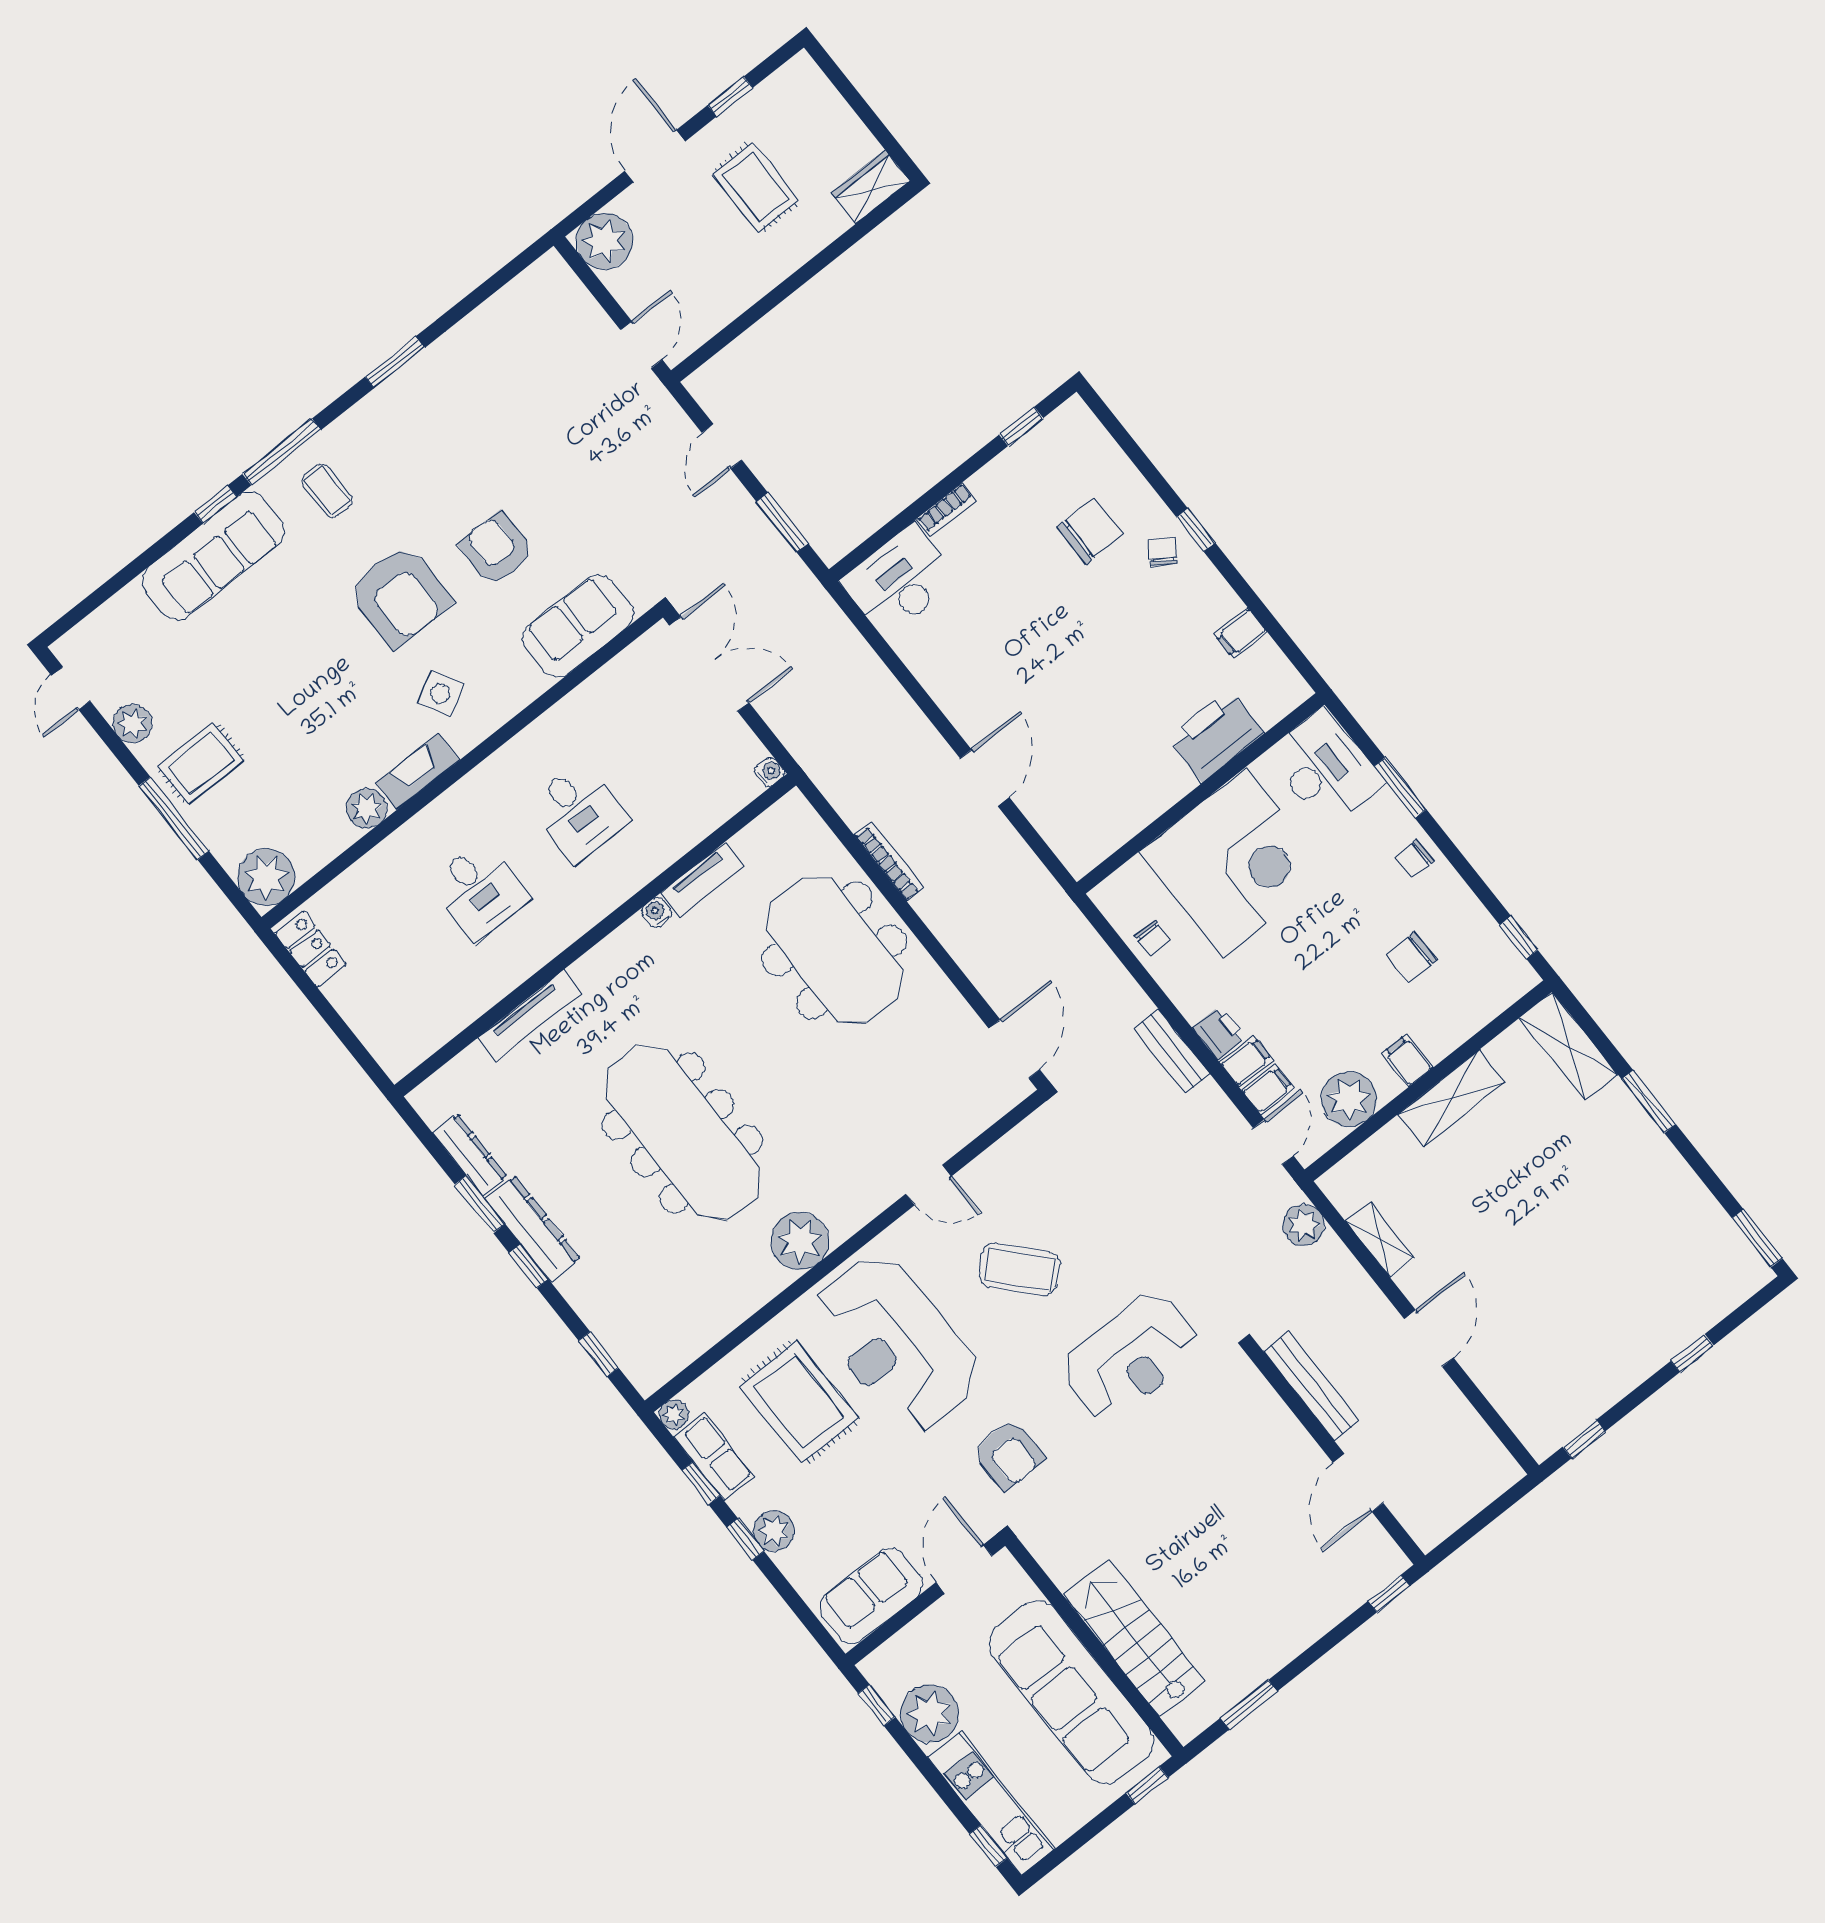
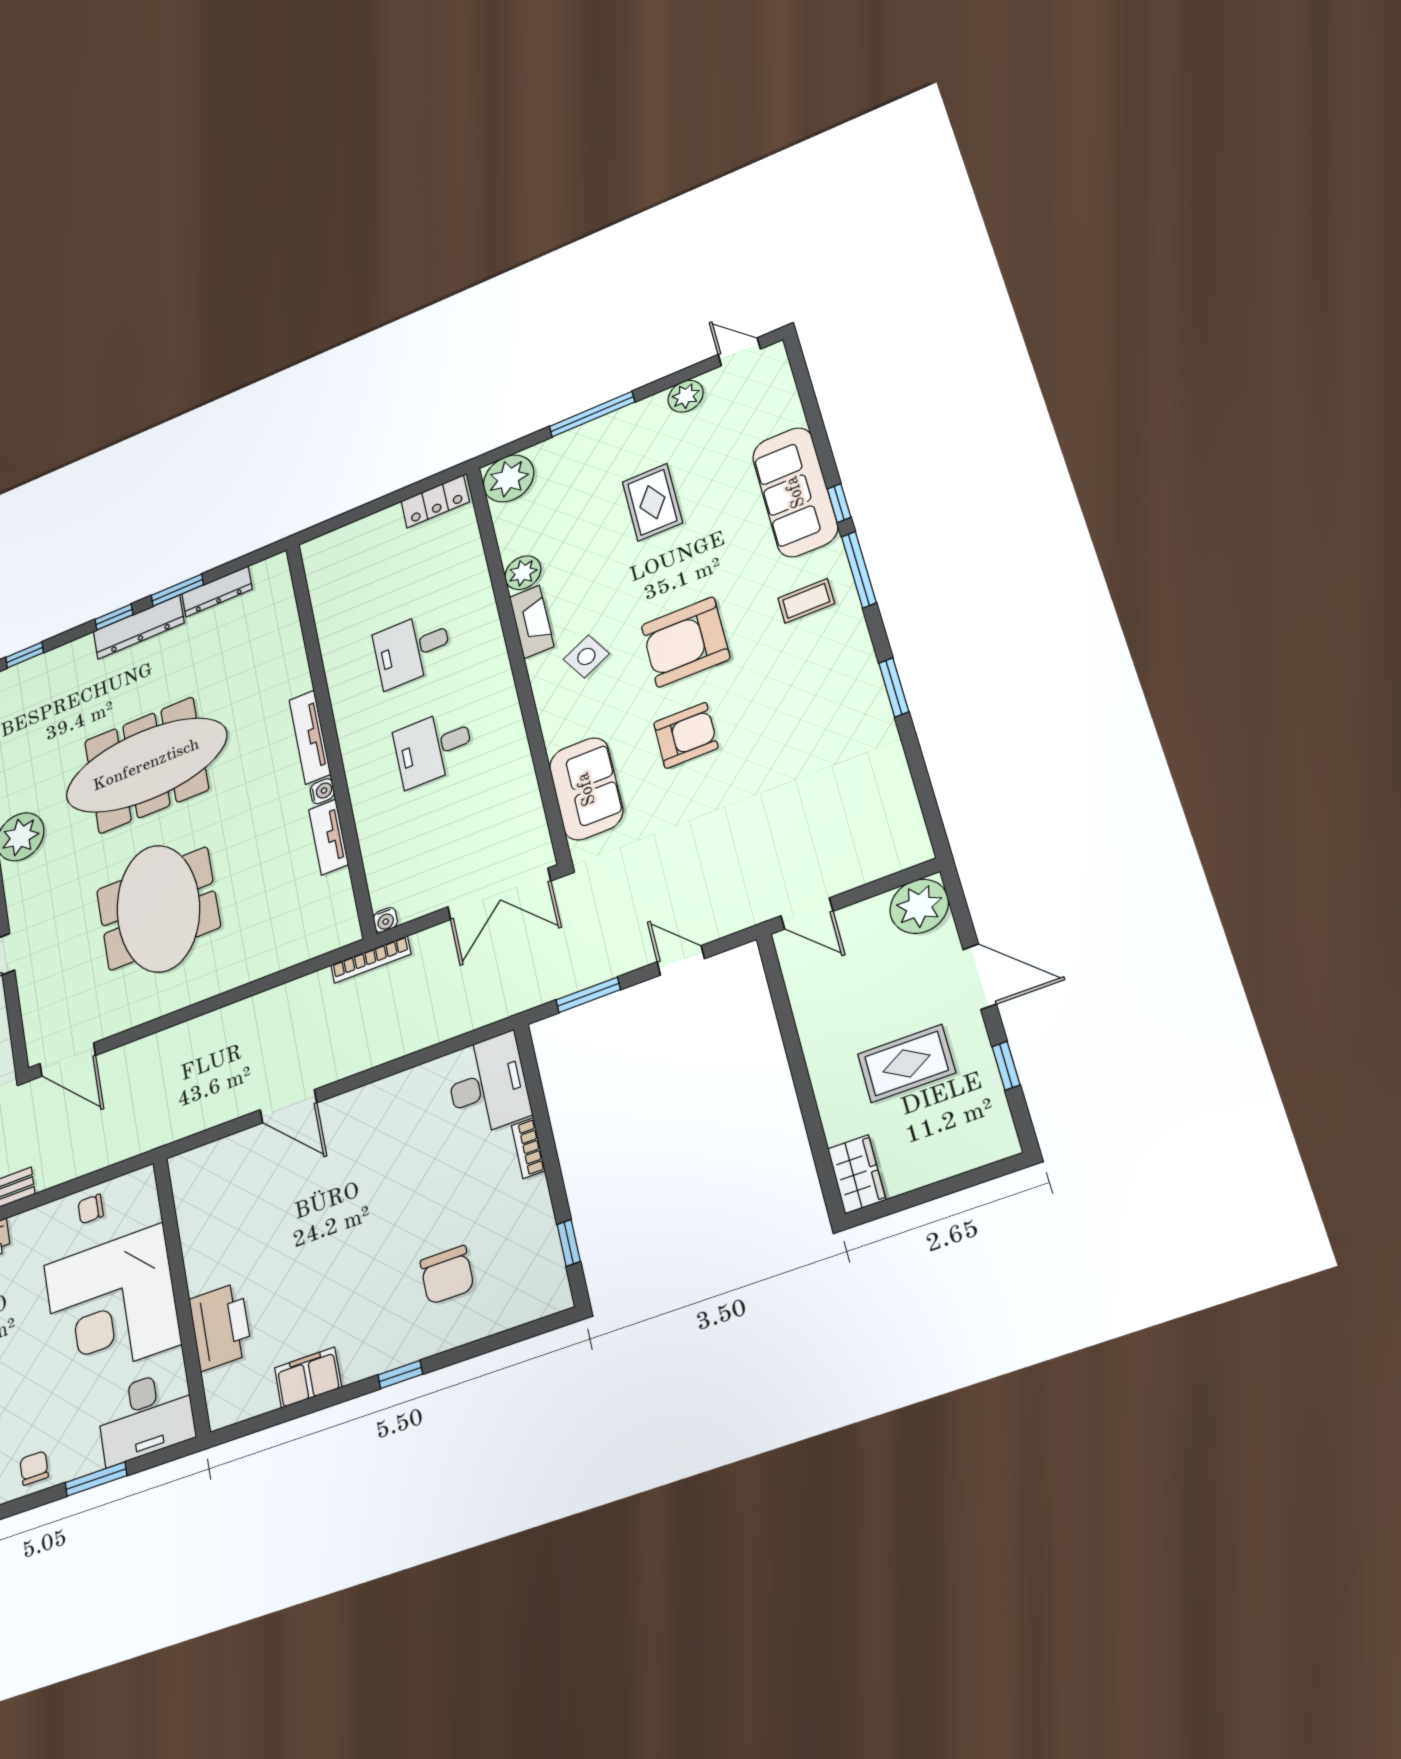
chair: (1163, 552) -> (396, 1337), removed
filing cabinet: (1241, 633) -> (308, 1378), width x2.00
rug: (201, 763) -> (652, 502), moved
bookcase: (889, 862) -> (371, 960), moved
meeting table: (834, 950) -> (158, 908), moved, turned 90
tv unit: (529, 1015) -> (310, 737), moved

